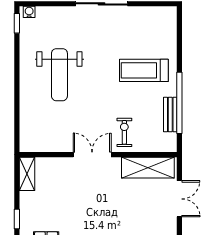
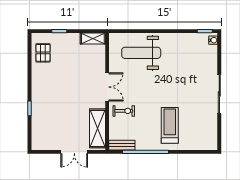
weight bench: (59, 75) -> (141, 53), moved
bench: (170, 115) -> (122, 145), moved

